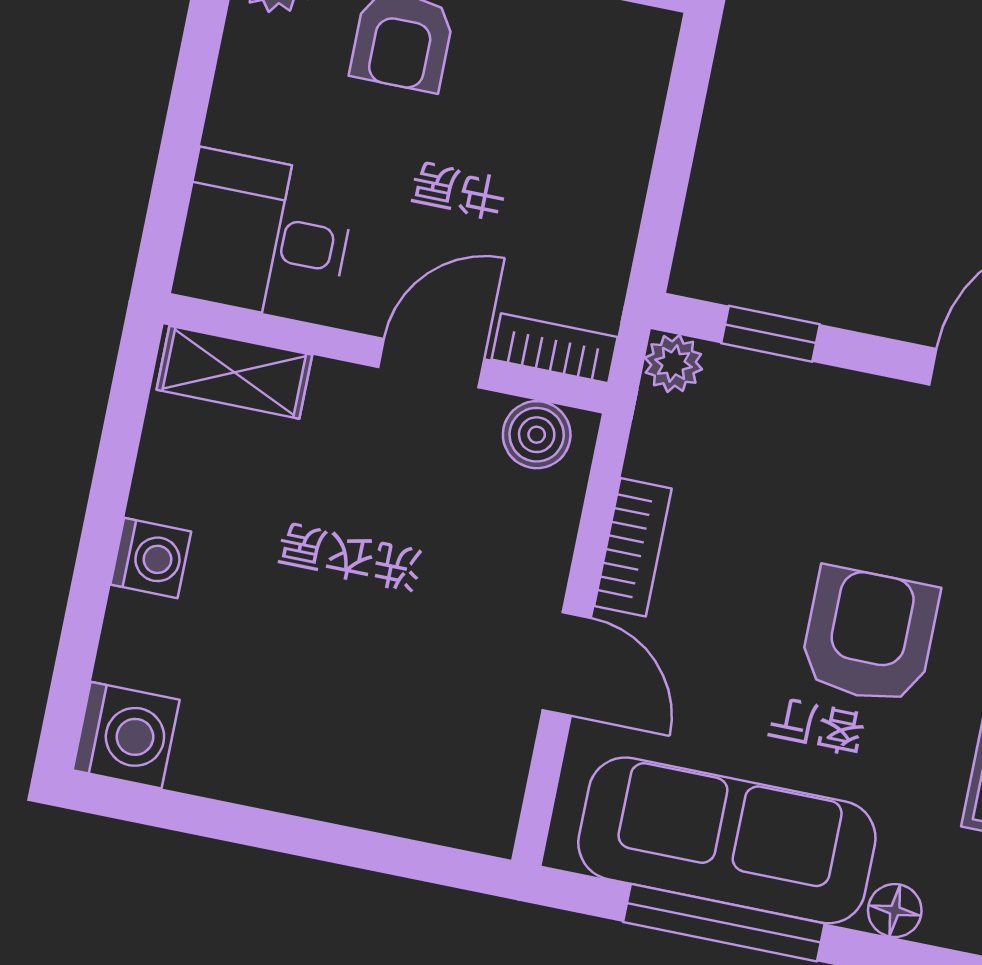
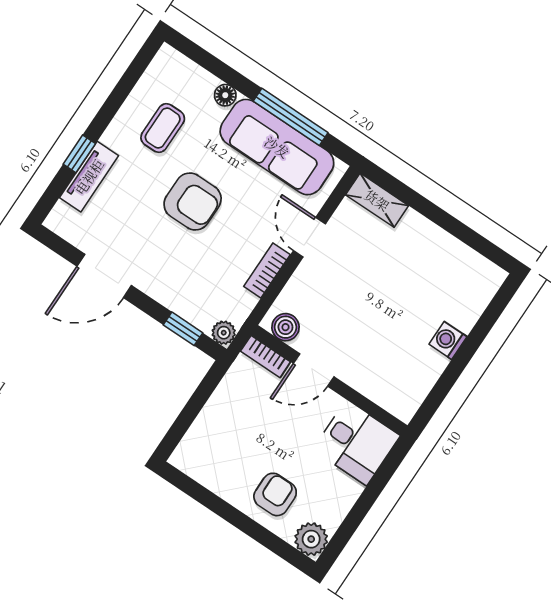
shelving: (234, 372) -> (377, 200), moved
armchair: (869, 635) -> (193, 201), turned -90
washing machine: (126, 735) -> (484, 278), removed

